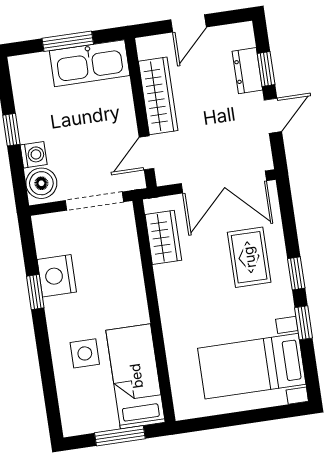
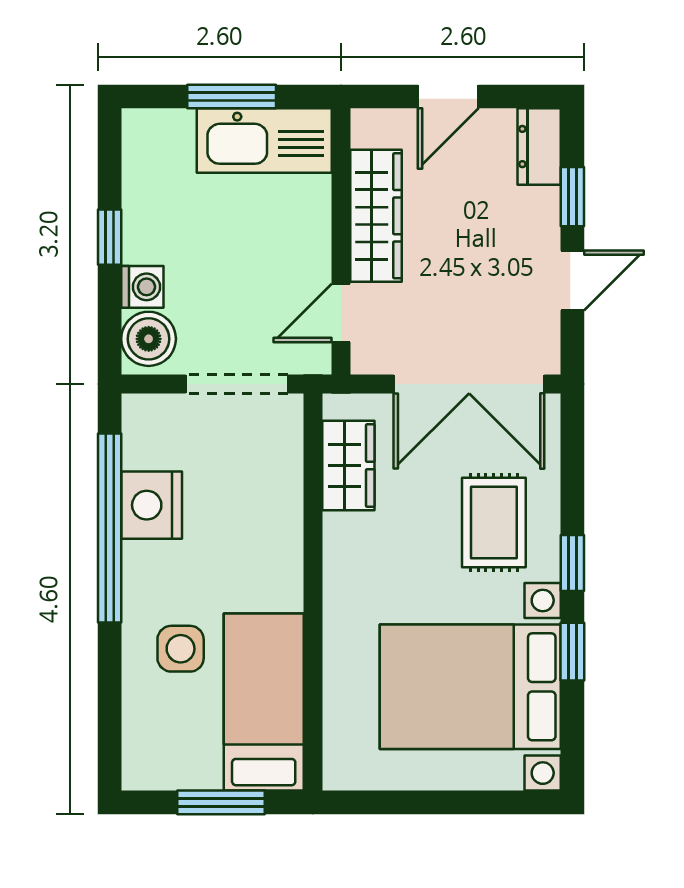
dresser: (247, 71) -> (539, 147), moved
window: (35, 292) -> (110, 528), width x3.17
bed with nightstands: (252, 366) -> (470, 687), width x1.36

